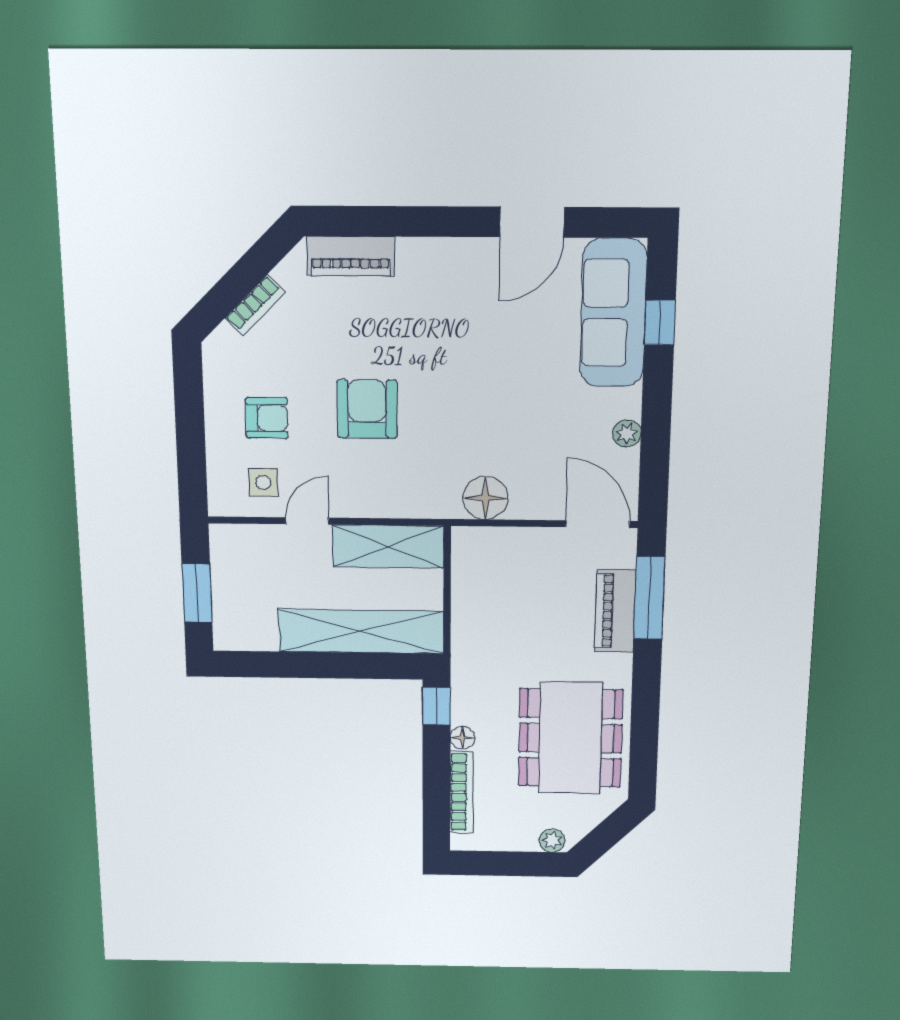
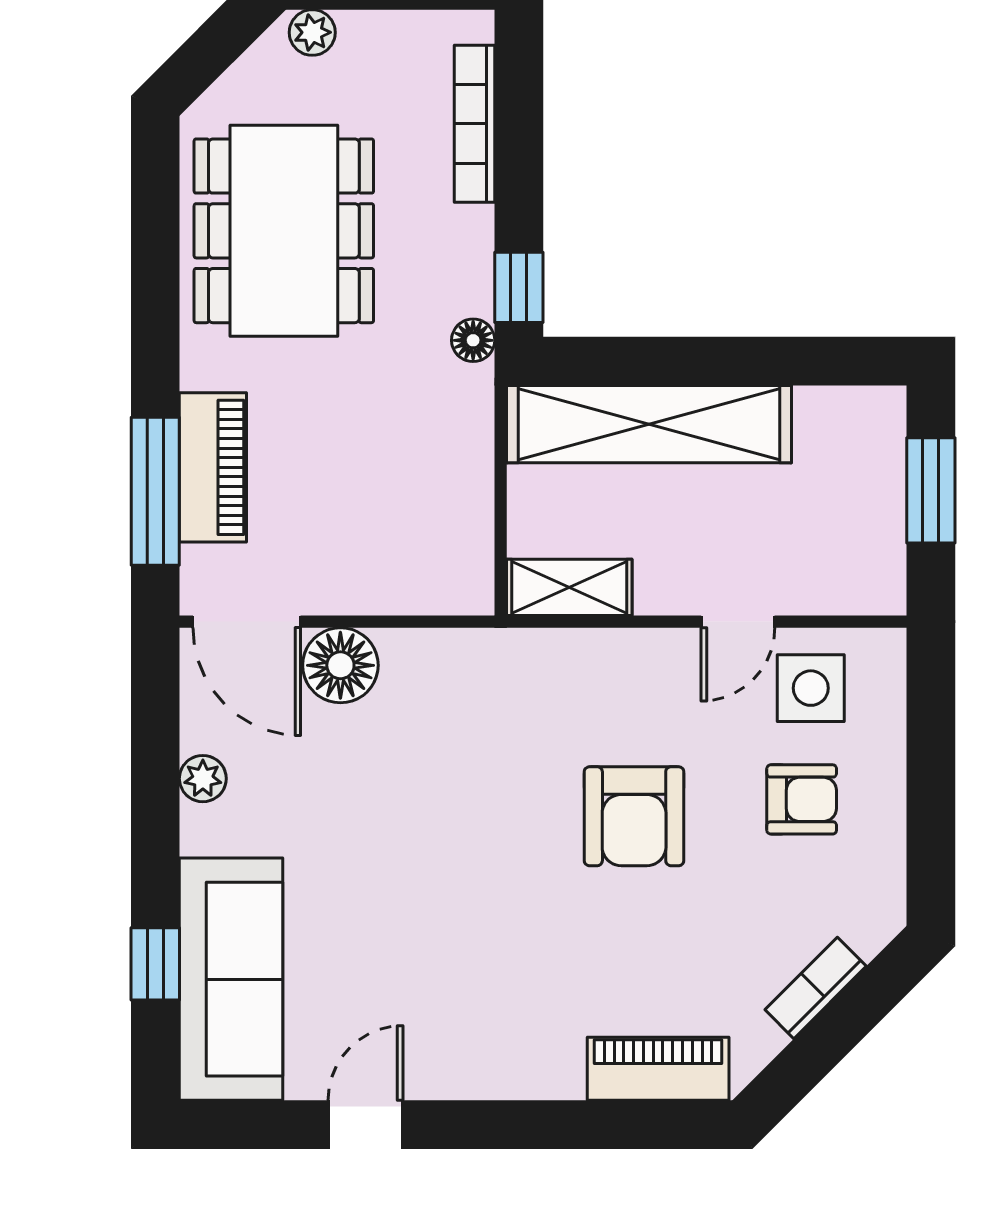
door: (532, 222) -> (366, 1125), width x0.73
armchair: (267, 418) -> (802, 799), turned 180
side table: (263, 483) -> (811, 688), width x1.37, depth x1.37
floor lamp: (485, 498) -> (340, 665), moved
shelving: (388, 546) -> (569, 587), width x0.67, depth x0.75
floor lamp: (462, 738) -> (473, 340), moved

